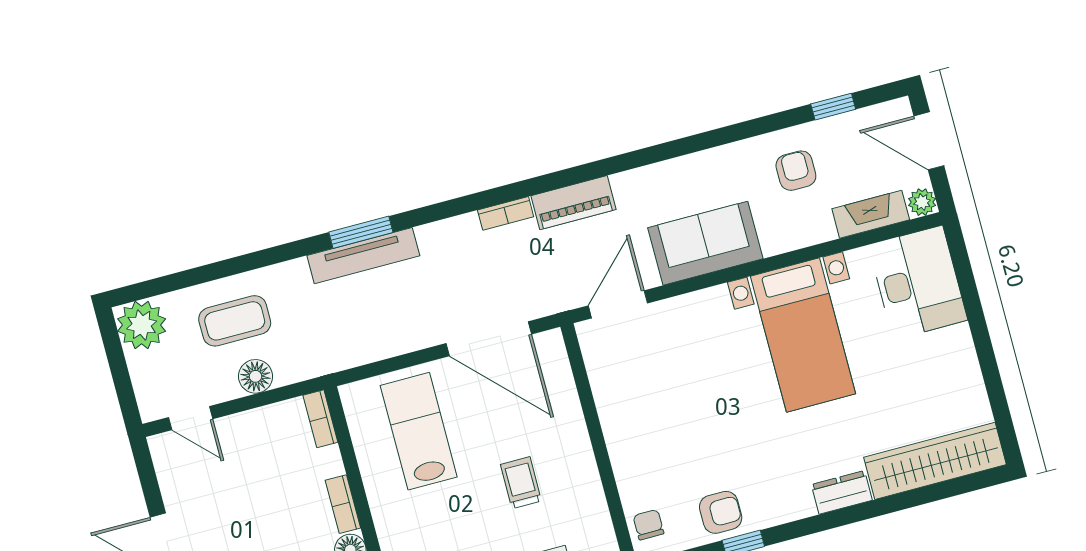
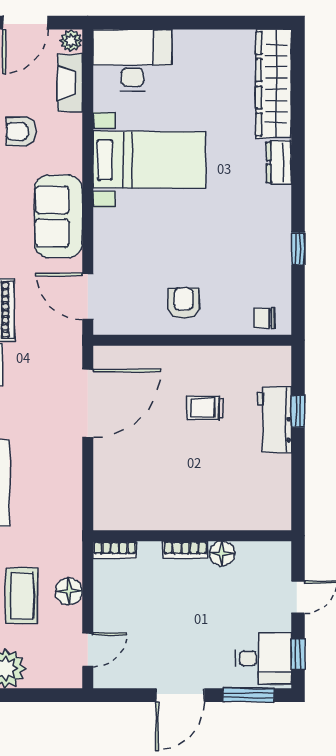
lab bench: (419, 431) -> (145, 476), removed
armchair: (721, 512) -> (184, 303), moved

